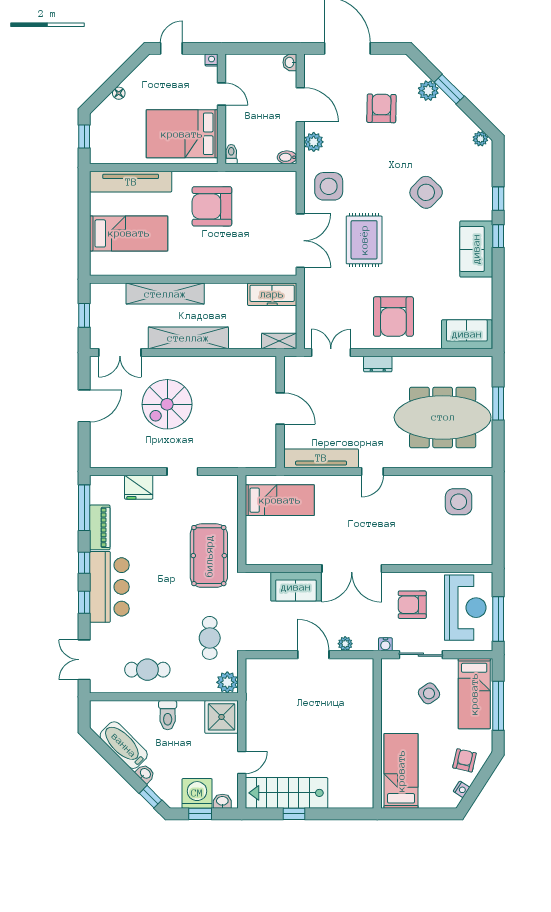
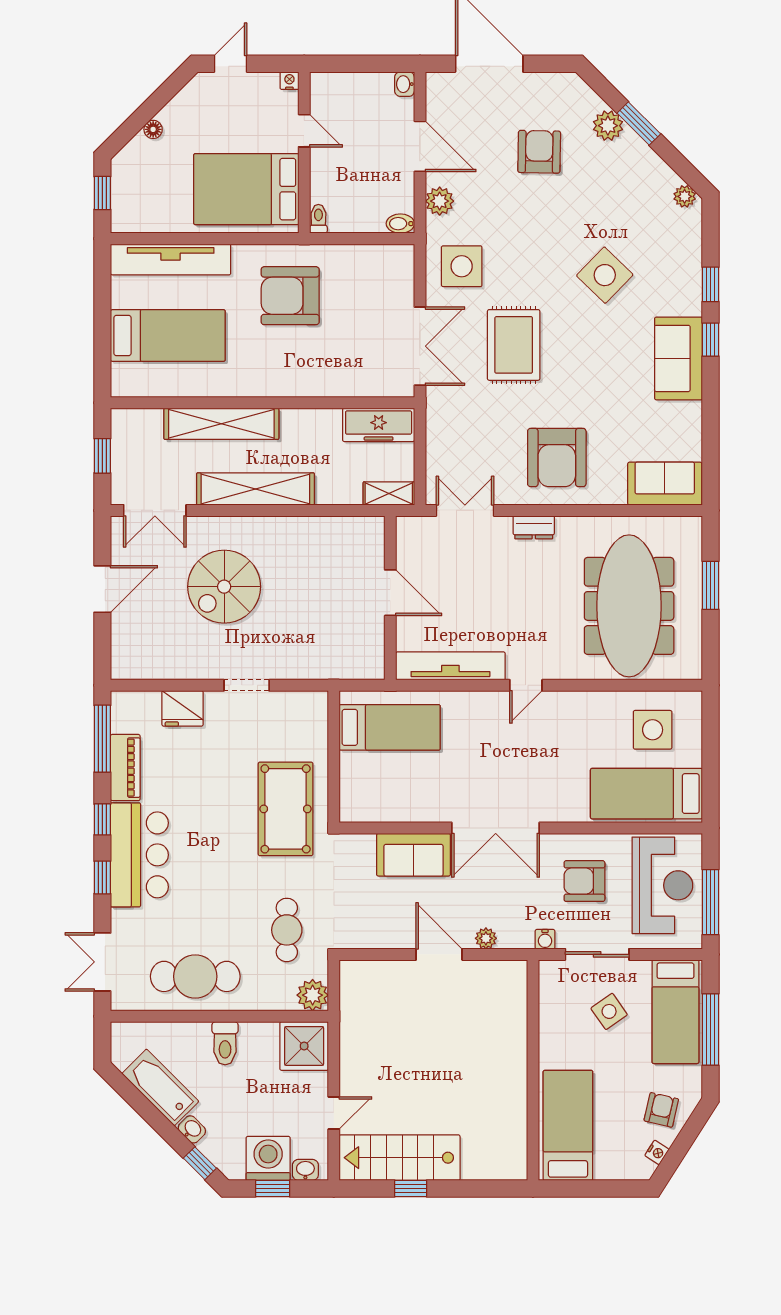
meeting table: (443, 417) -> (629, 606), turned 90
bed: (454, 545) -> (646, 794), added
cafe table: (147, 670) -> (195, 976), width x1.37, depth x1.35

